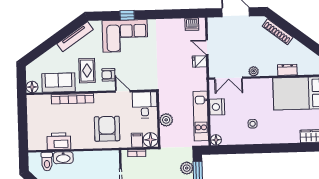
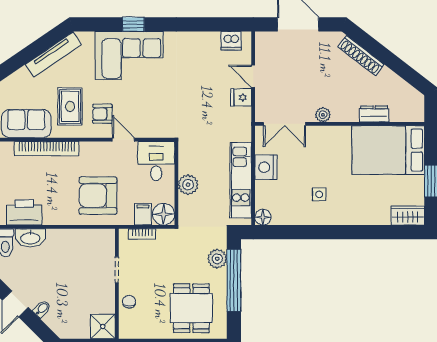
armchair: (107, 129) -> (98, 196), turned -90

